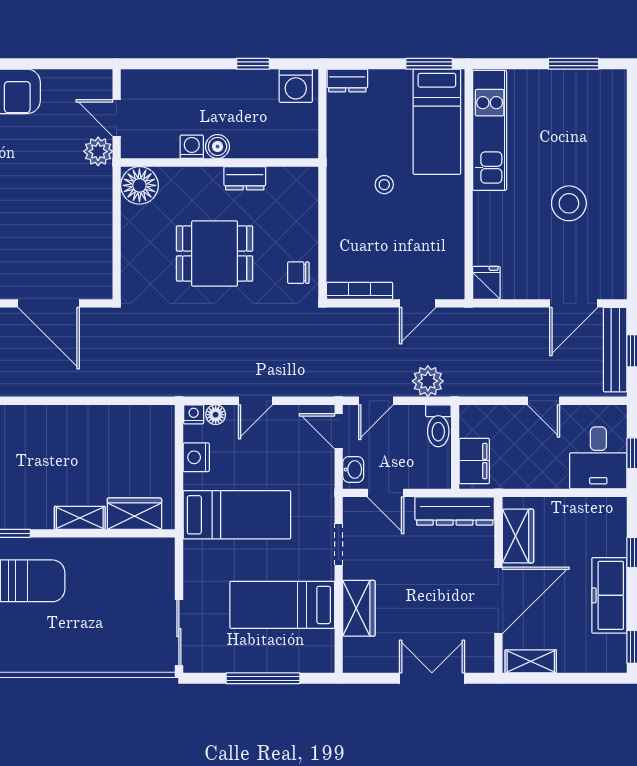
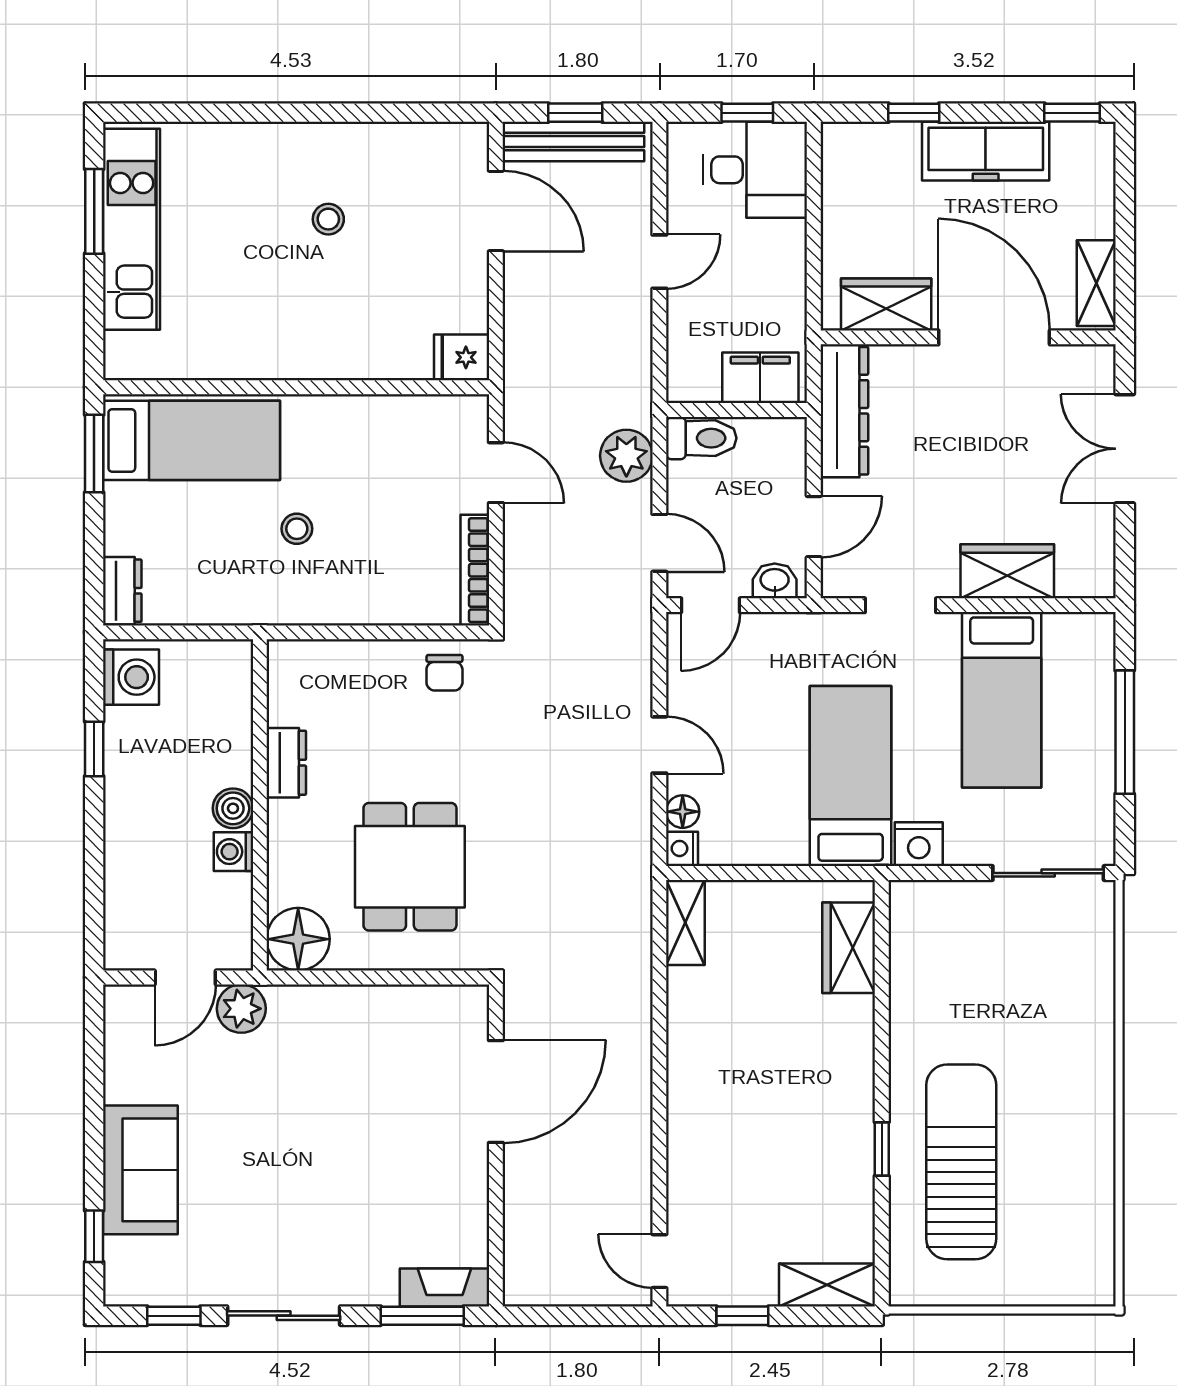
kitchen unit: (490, 130) -> (132, 229), moved, turned 90
stool: (569, 203) -> (328, 219), width x0.53, depth x0.53
dining table: (215, 253) -> (410, 867), moved
nightstand: (196, 457) -> (919, 844), moved
shelving: (80, 518) -> (685, 923), moved

